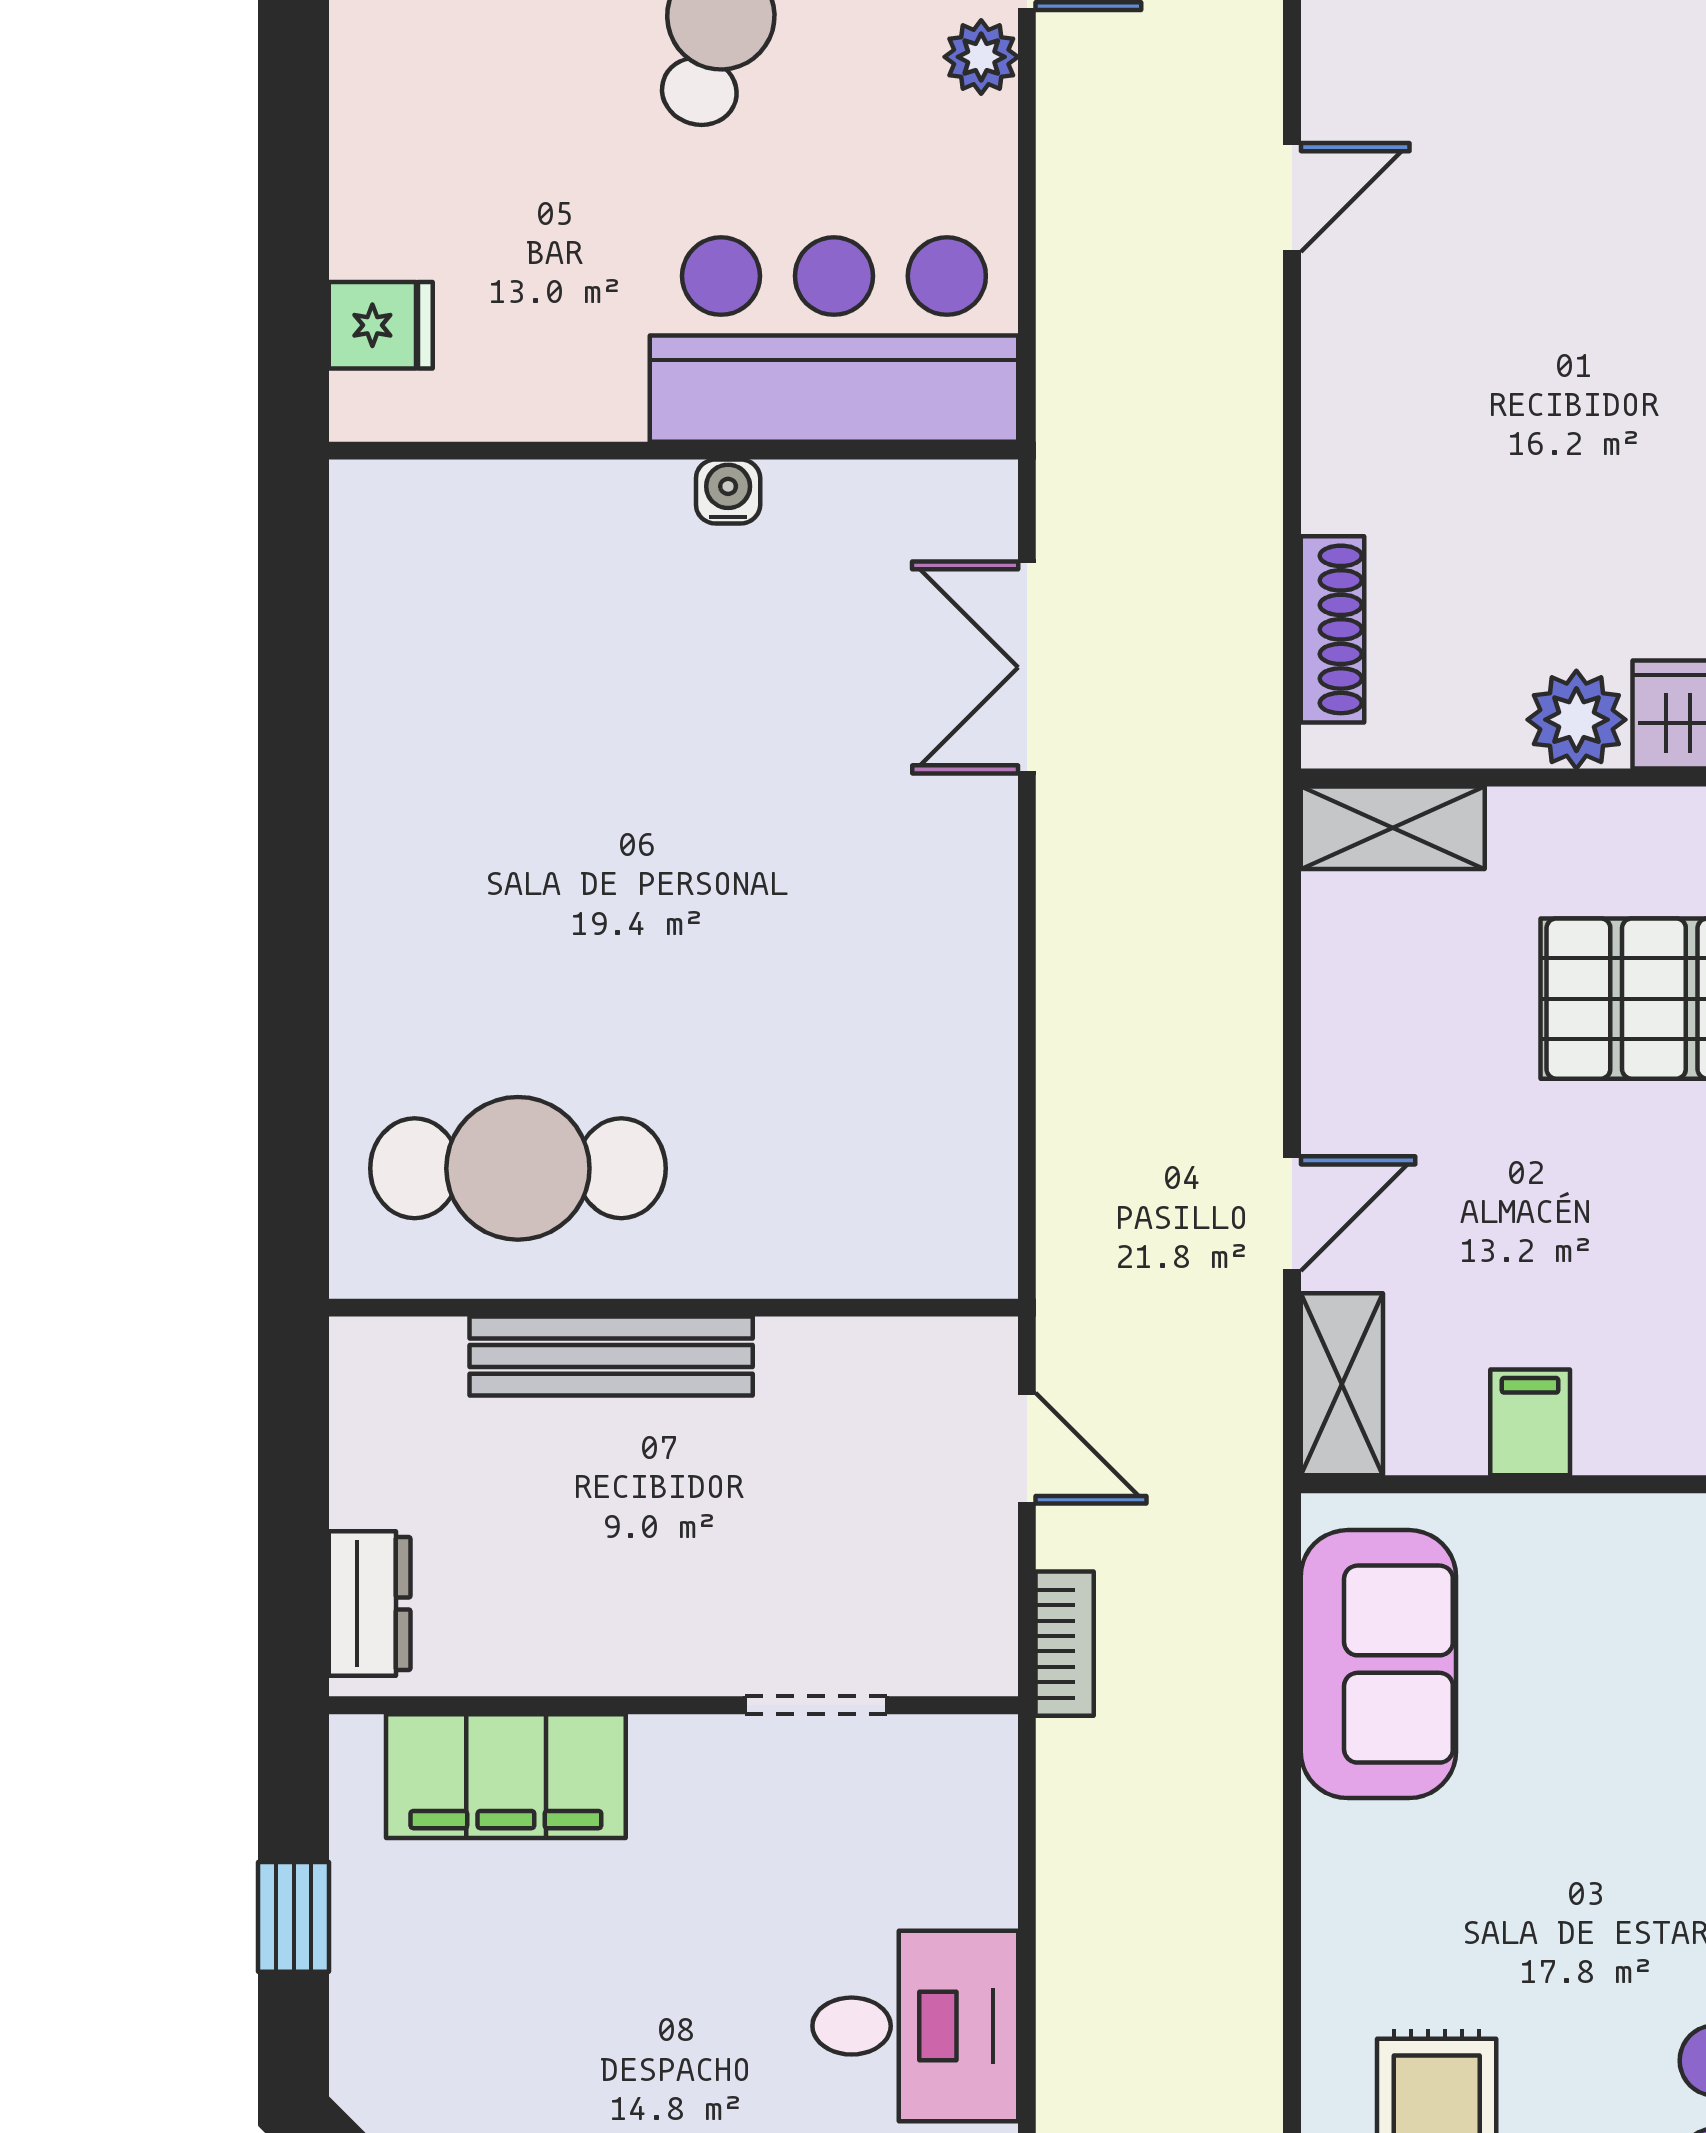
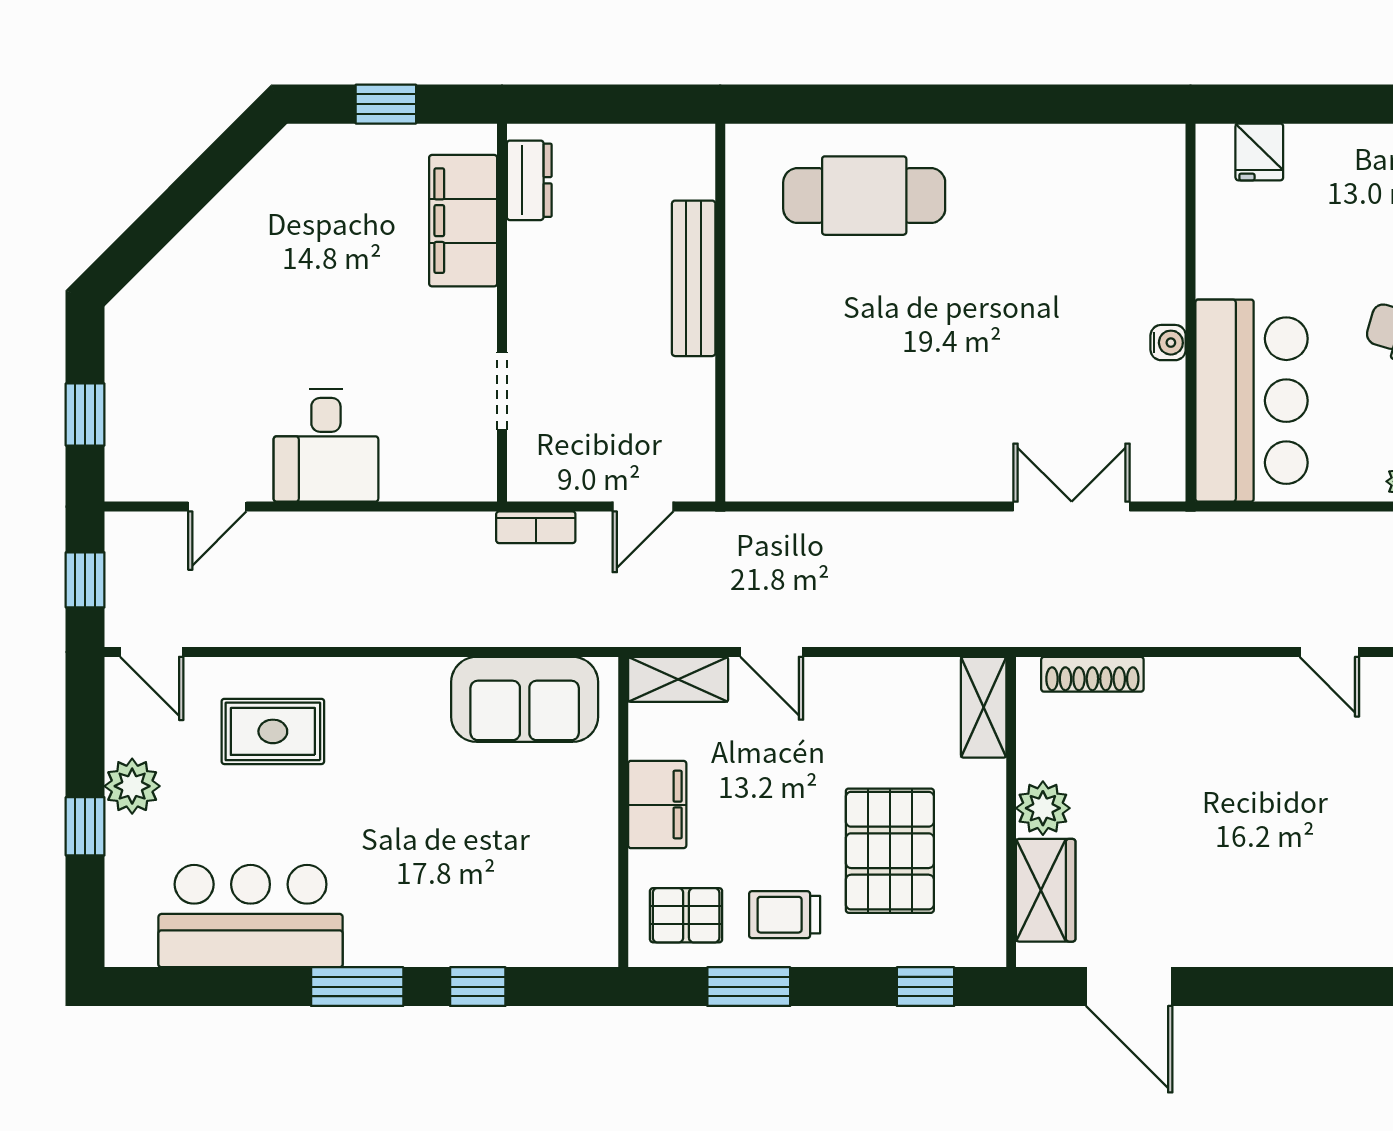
cafe table: (518, 1168) -> (864, 196), moved, turned 90
filing cabinet: (1530, 1422) -> (657, 805), width x2.00
dresser: (370, 1604) -> (529, 180), moved, turned -90

